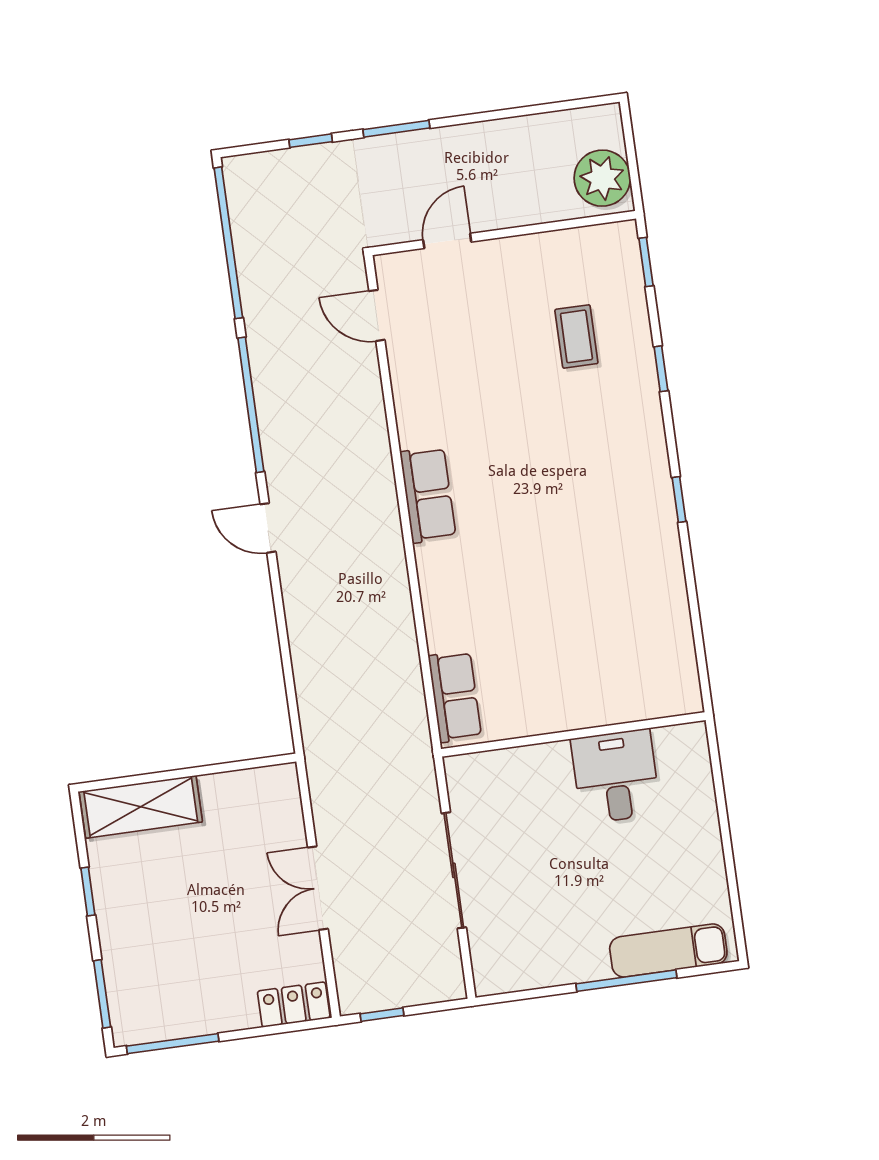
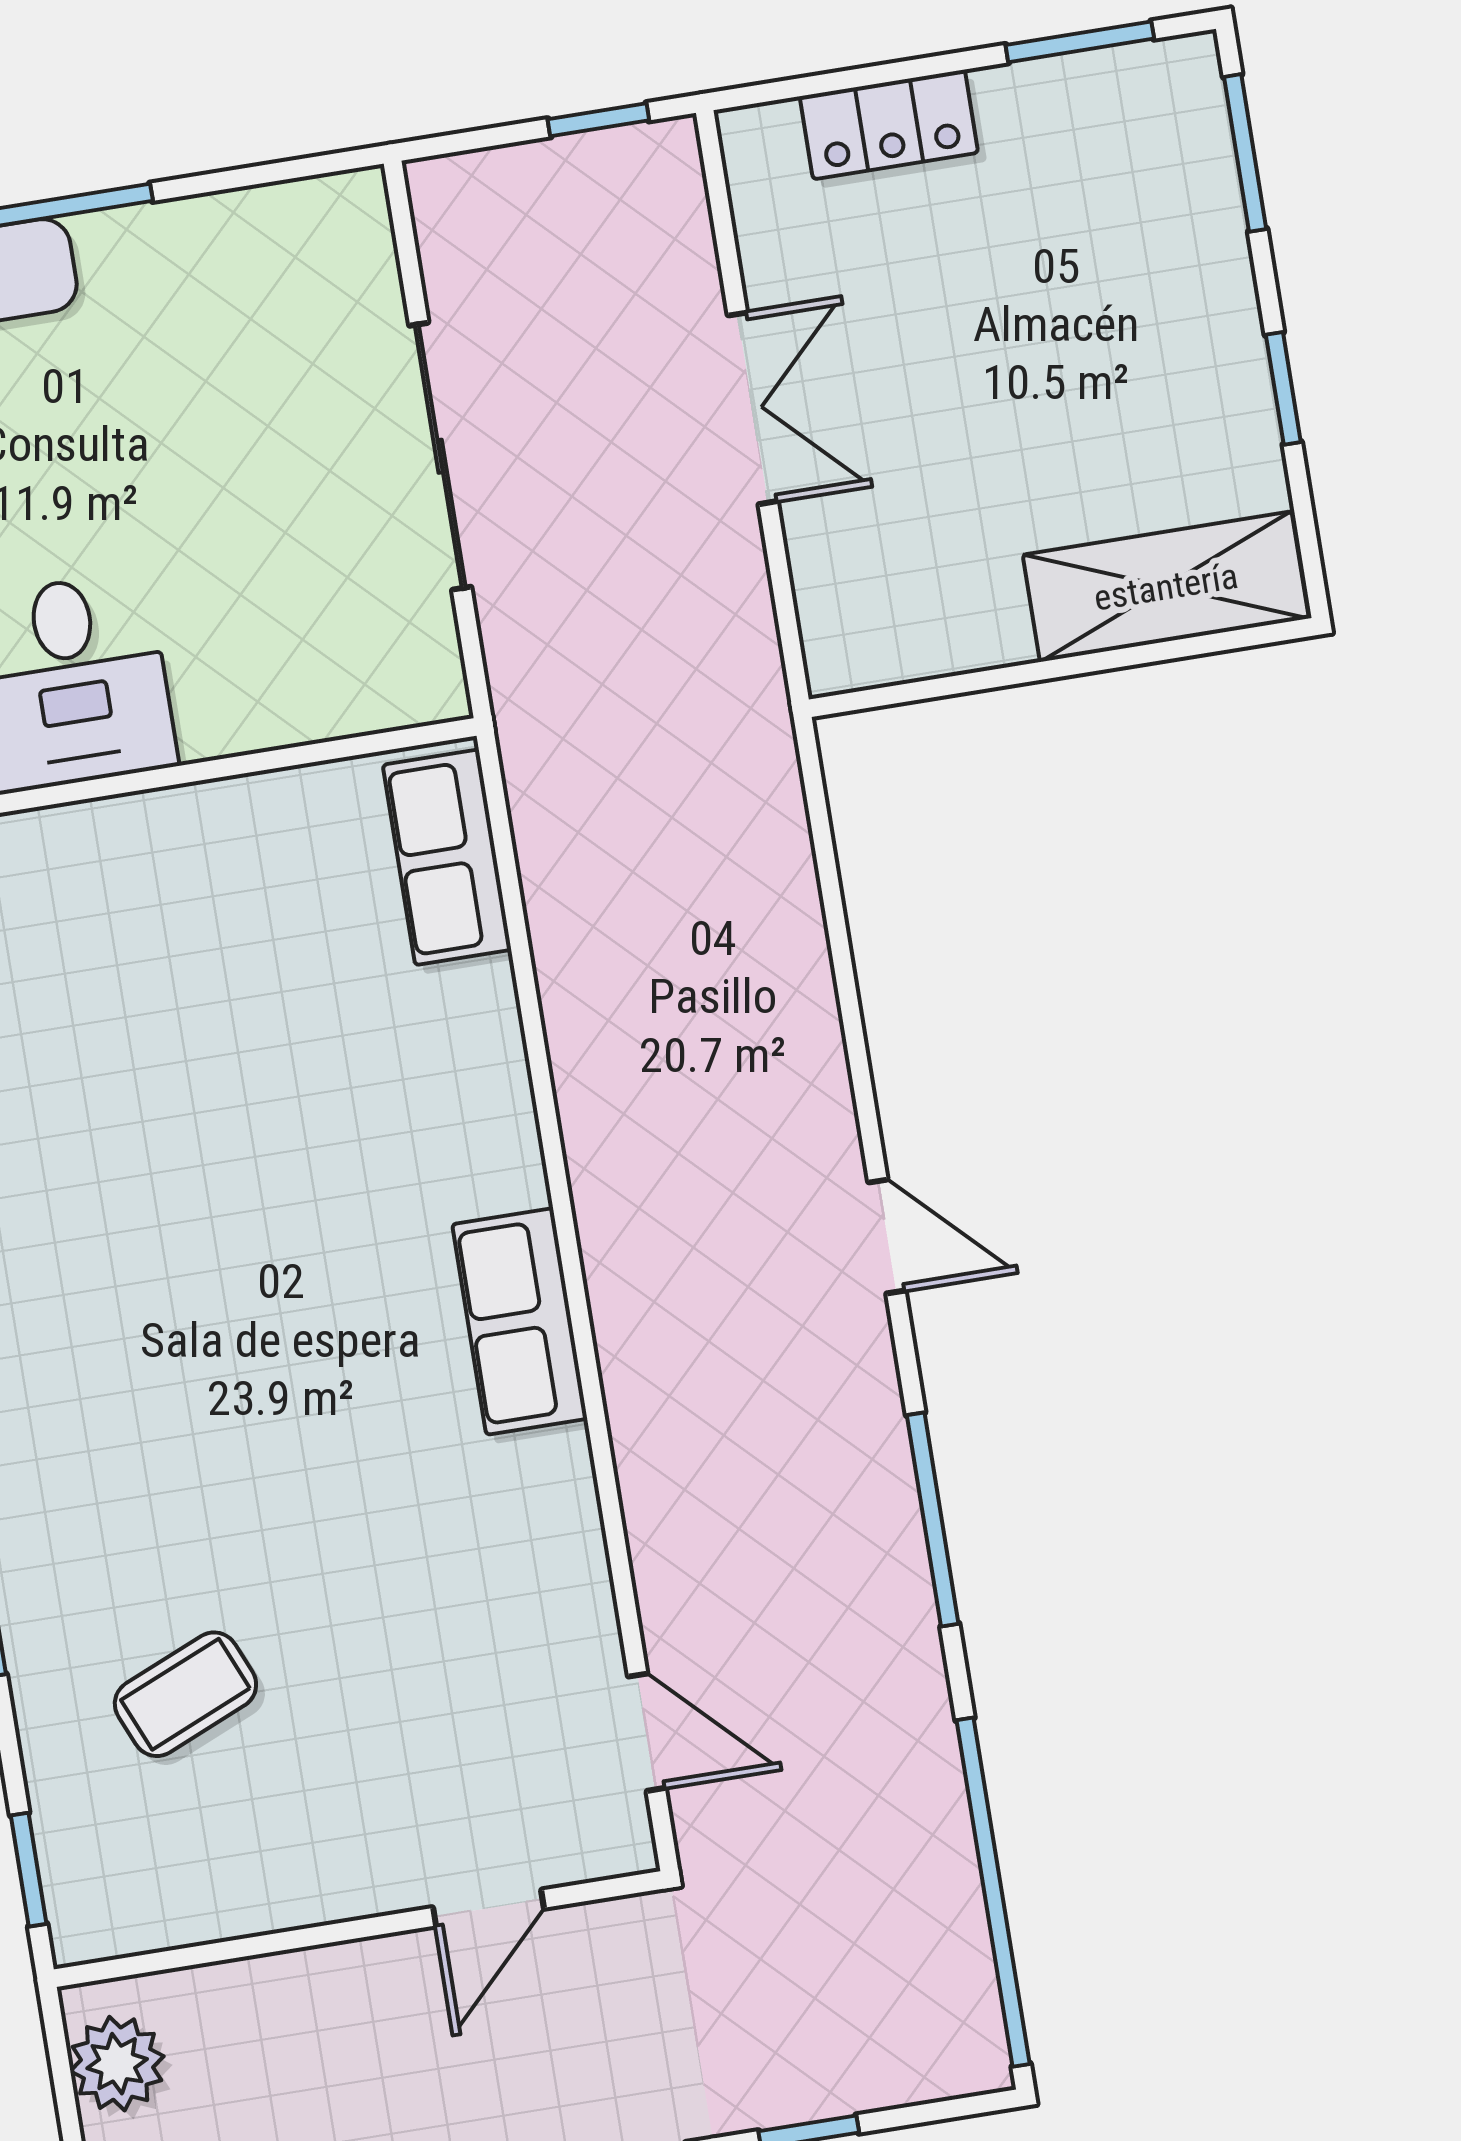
plant: (602, 178) -> (117, 2064), width x0.73, depth x0.73
coffee table: (576, 336) -> (185, 1694), turned 67
window: (251, 405) -> (933, 1520), width x0.68
locker: (294, 1005) -> (889, 124), moved
window: (173, 1044) -> (1080, 42), width x0.69

